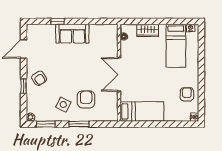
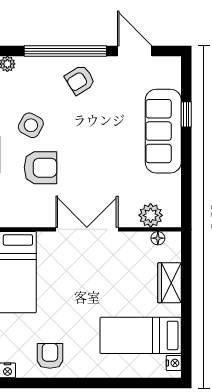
sofa: (72, 34) -> (163, 131), width x1.36
plant: (112, 40) -> (151, 215), added
window: (24, 86) -> (65, 51), width x3.17
armchair: (187, 94) -> (50, 356), turned -90

